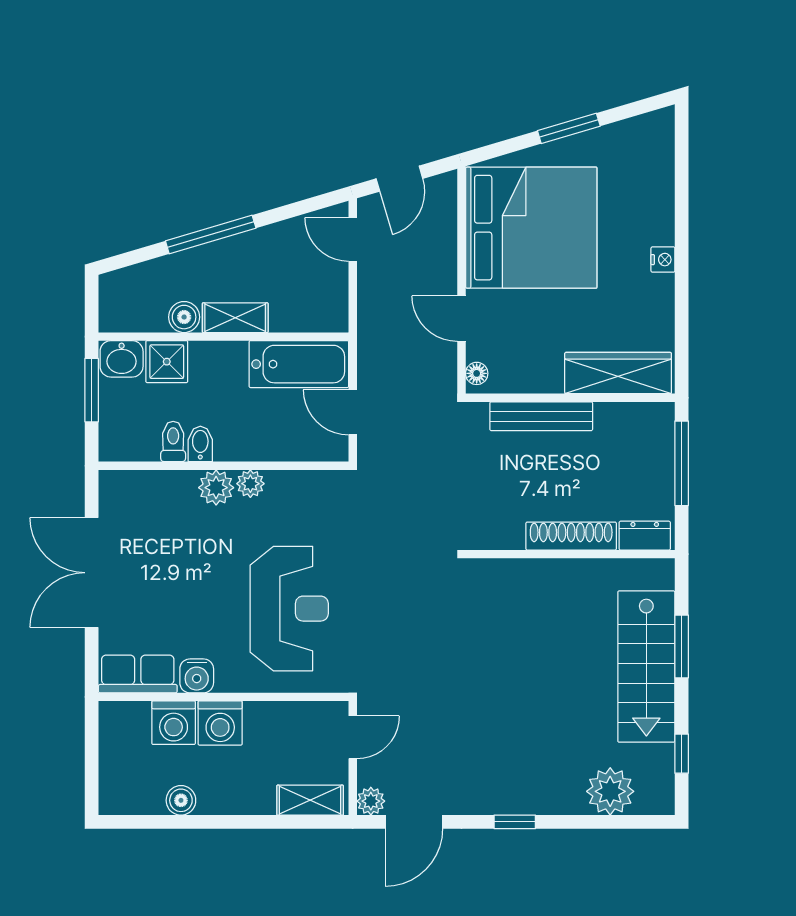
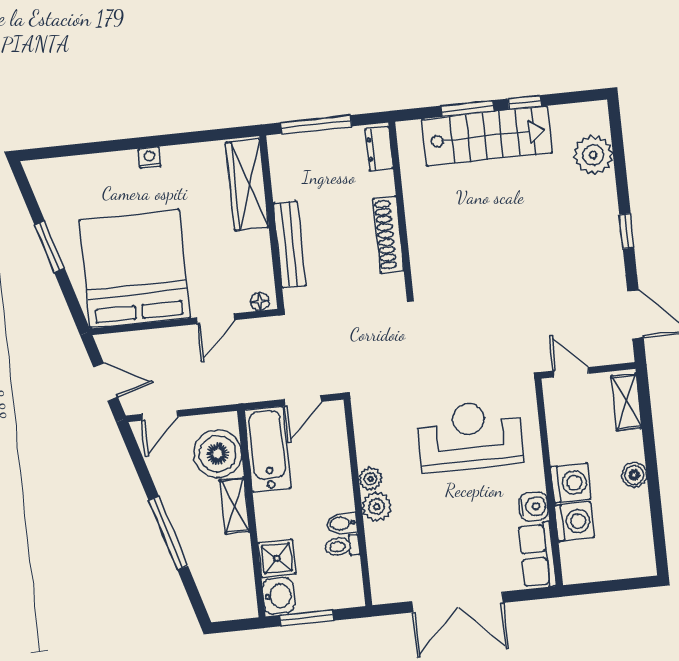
boiler: (184, 317) -> (218, 454), moved, width x1.86, depth x1.86
shoe rack: (571, 536) -> (388, 234), moved
window: (682, 754) -> (525, 103), moved
boiler: (181, 800) -> (634, 475), moved
plant: (371, 801) -> (622, 352), removed

